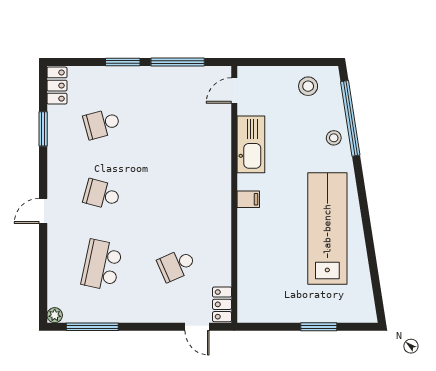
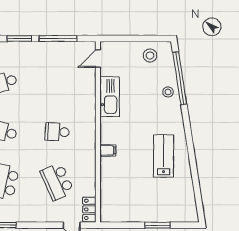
school desk: (177, 194) -> (57, 132), added
filing cabinet: (248, 199) -> (108, 150), moved
lab bench: (327, 229) -> (164, 156), width x0.54, depth x0.72
school desk: (177, 265) -> (57, 182), width x1.85

